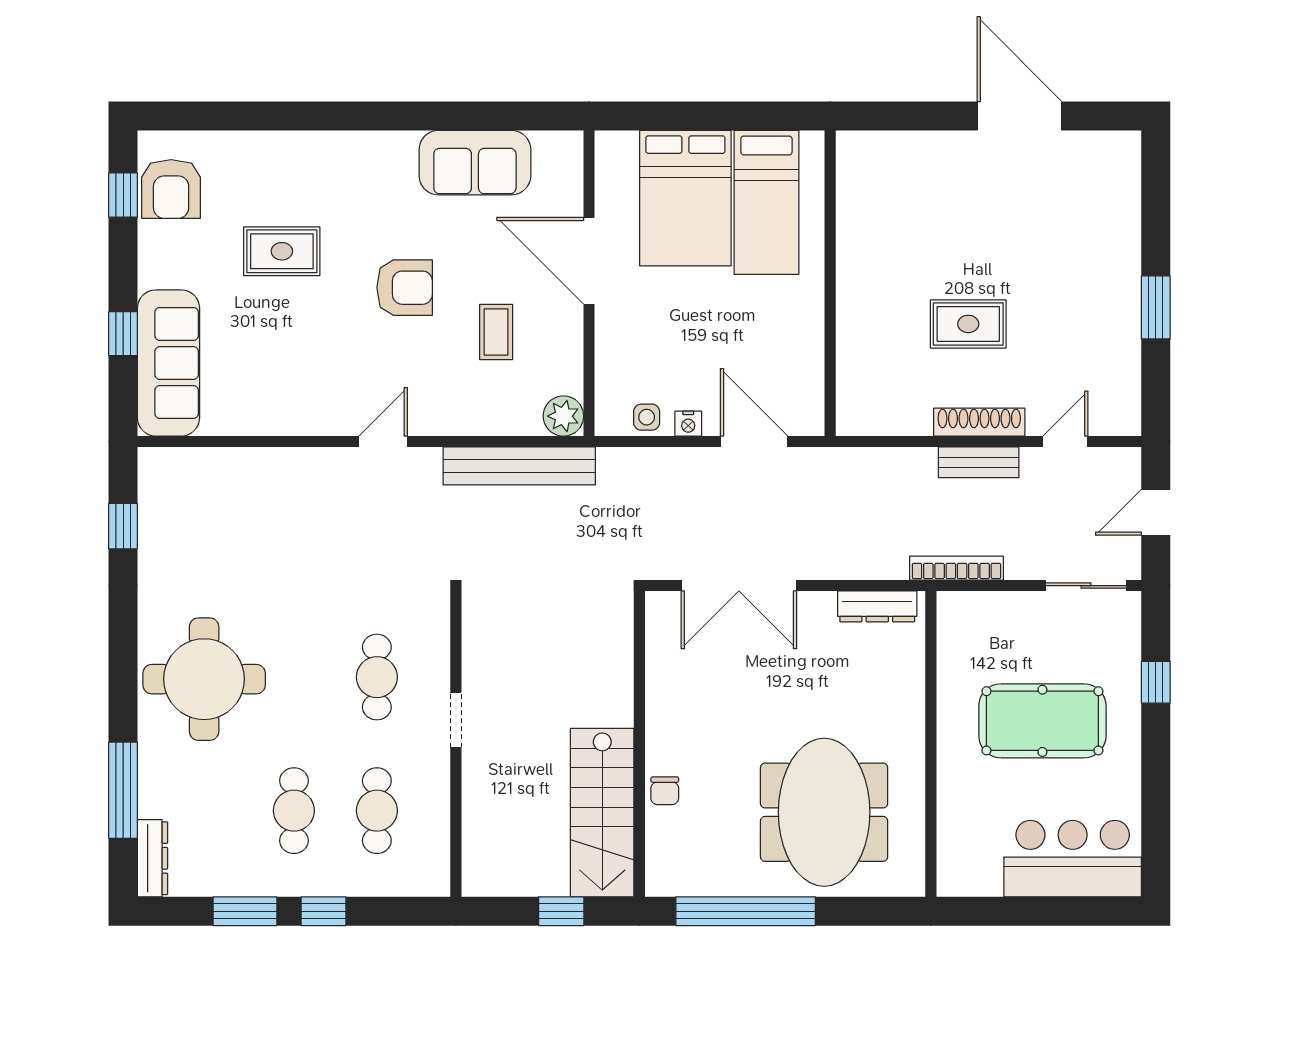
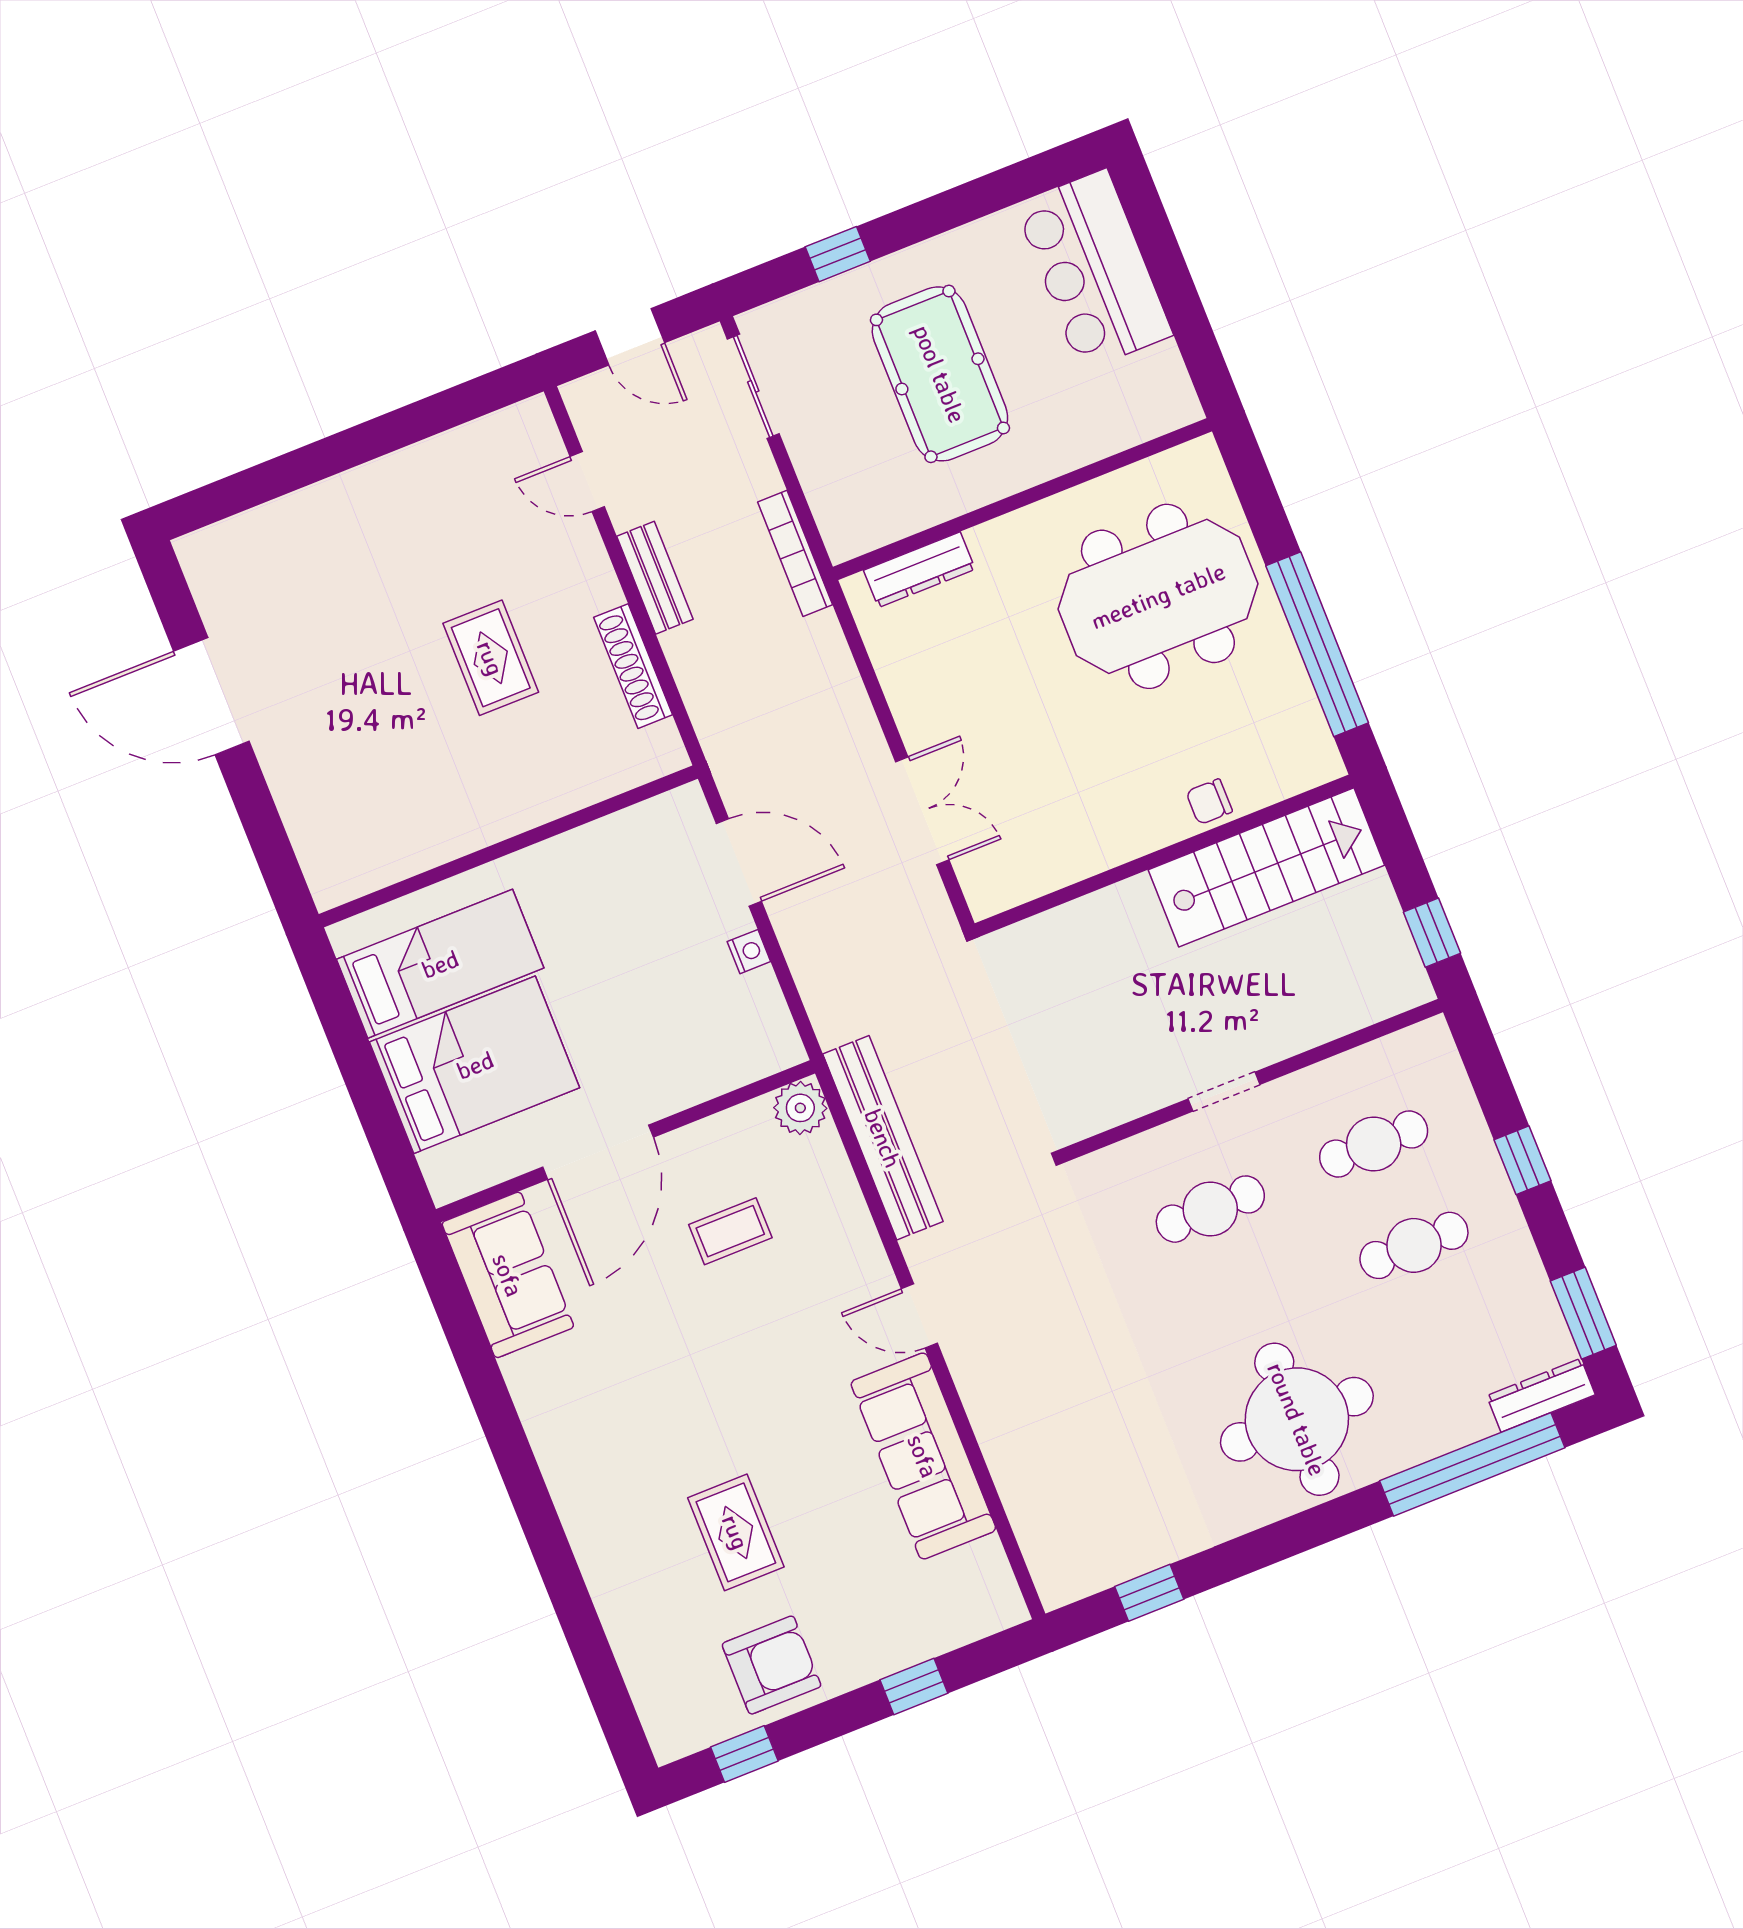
door: (1019, 116) -> (211, 696), hinge flipped
sofa: (475, 163) -> (508, 1275), moved
armchair: (171, 189) -> (771, 1665), moved
armchair: (405, 288) -> (721, 1365), removed
window: (1156, 307) -> (379, 436), removed
sofa: (169, 363) -> (923, 1456), moved, turned -90
side table: (647, 417) -> (761, 1006), removed
shoe rack: (979, 422) -> (633, 666), moved
door: (754, 442) -> (739, 862), swing flipped
double door: (739, 586) -> (922, 811), width x0.73
dresser: (877, 606) -> (919, 570), moved, turned 90
window: (123, 790) -> (1472, 1464), width x1.46
chair: (665, 791) -> (1209, 802), turned 180
window: (245, 911) -> (1583, 1313), moved
window: (561, 911) -> (1432, 933), moved

